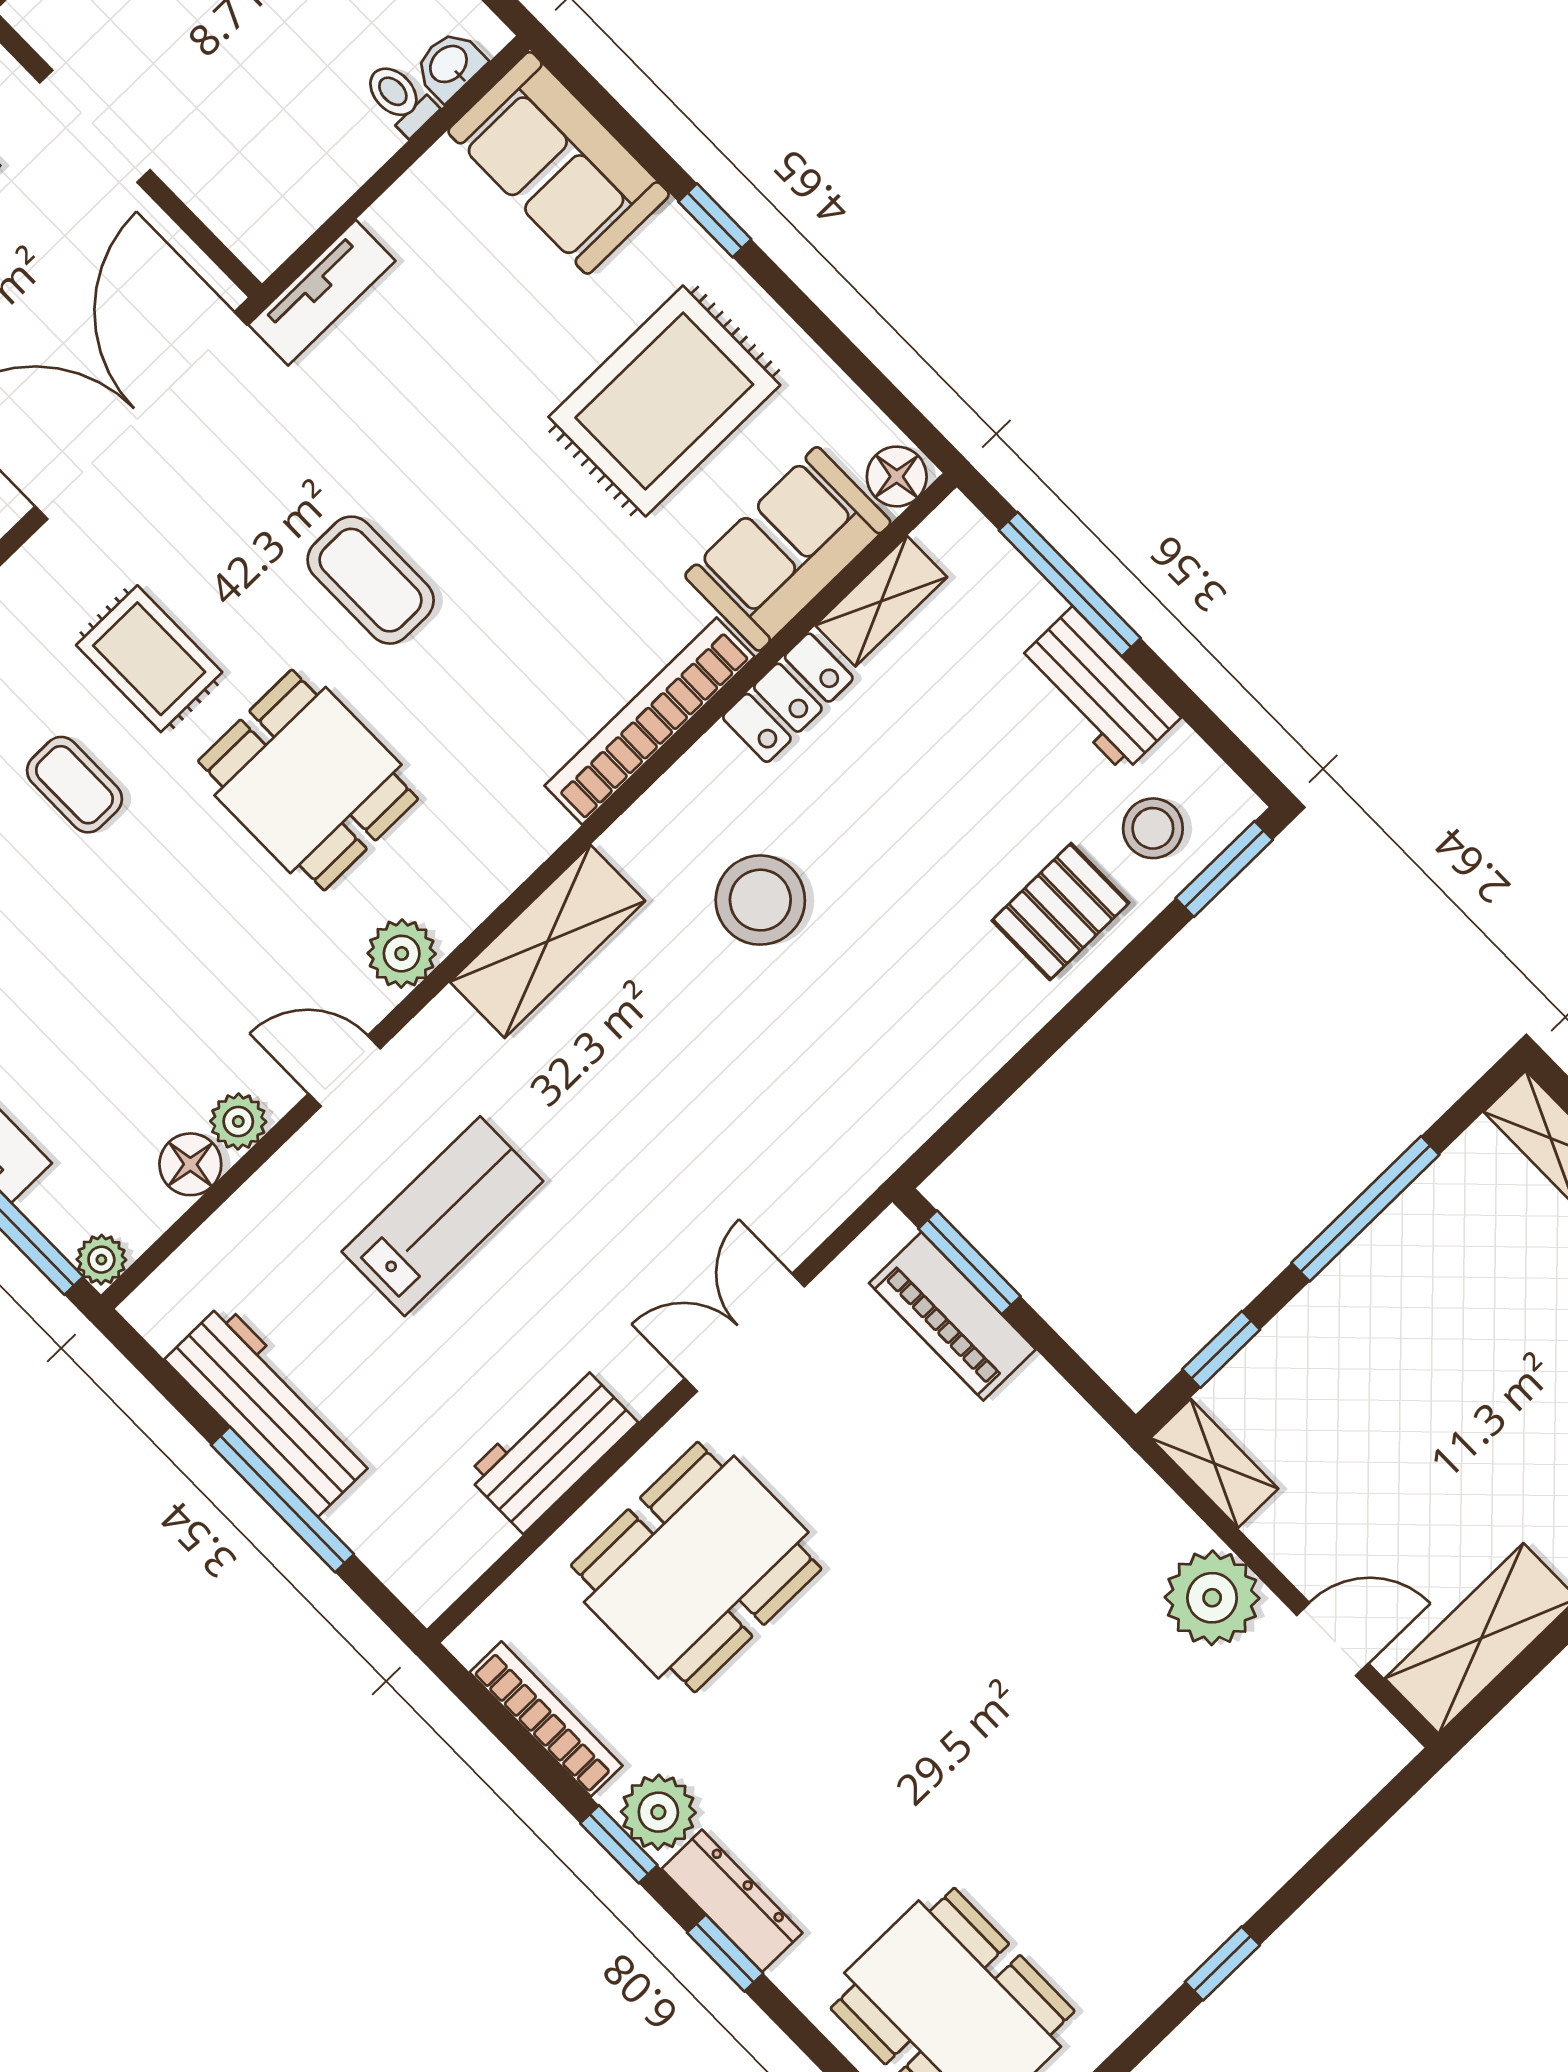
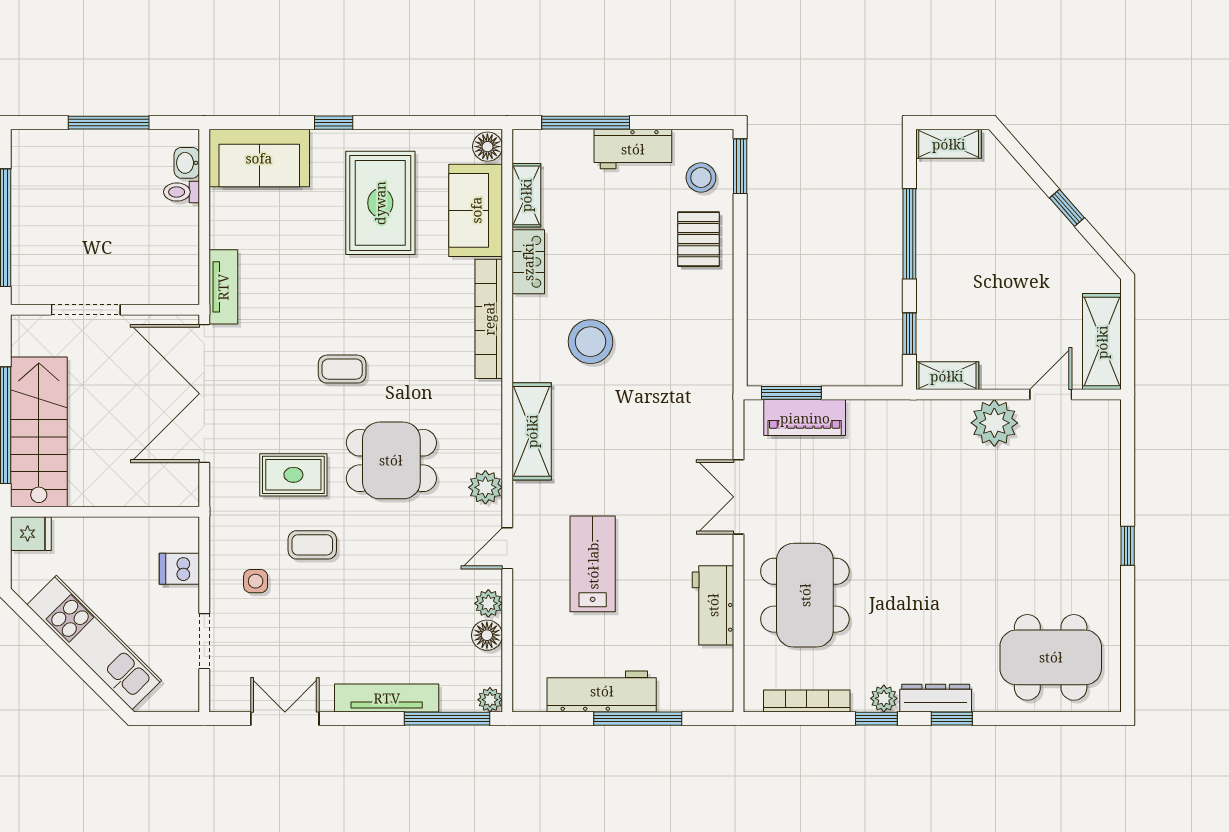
coffee table: (371, 580) -> (342, 369), width x0.73, depth x0.77
plant: (658, 1812) -> (884, 698), width x0.73, depth x0.73

